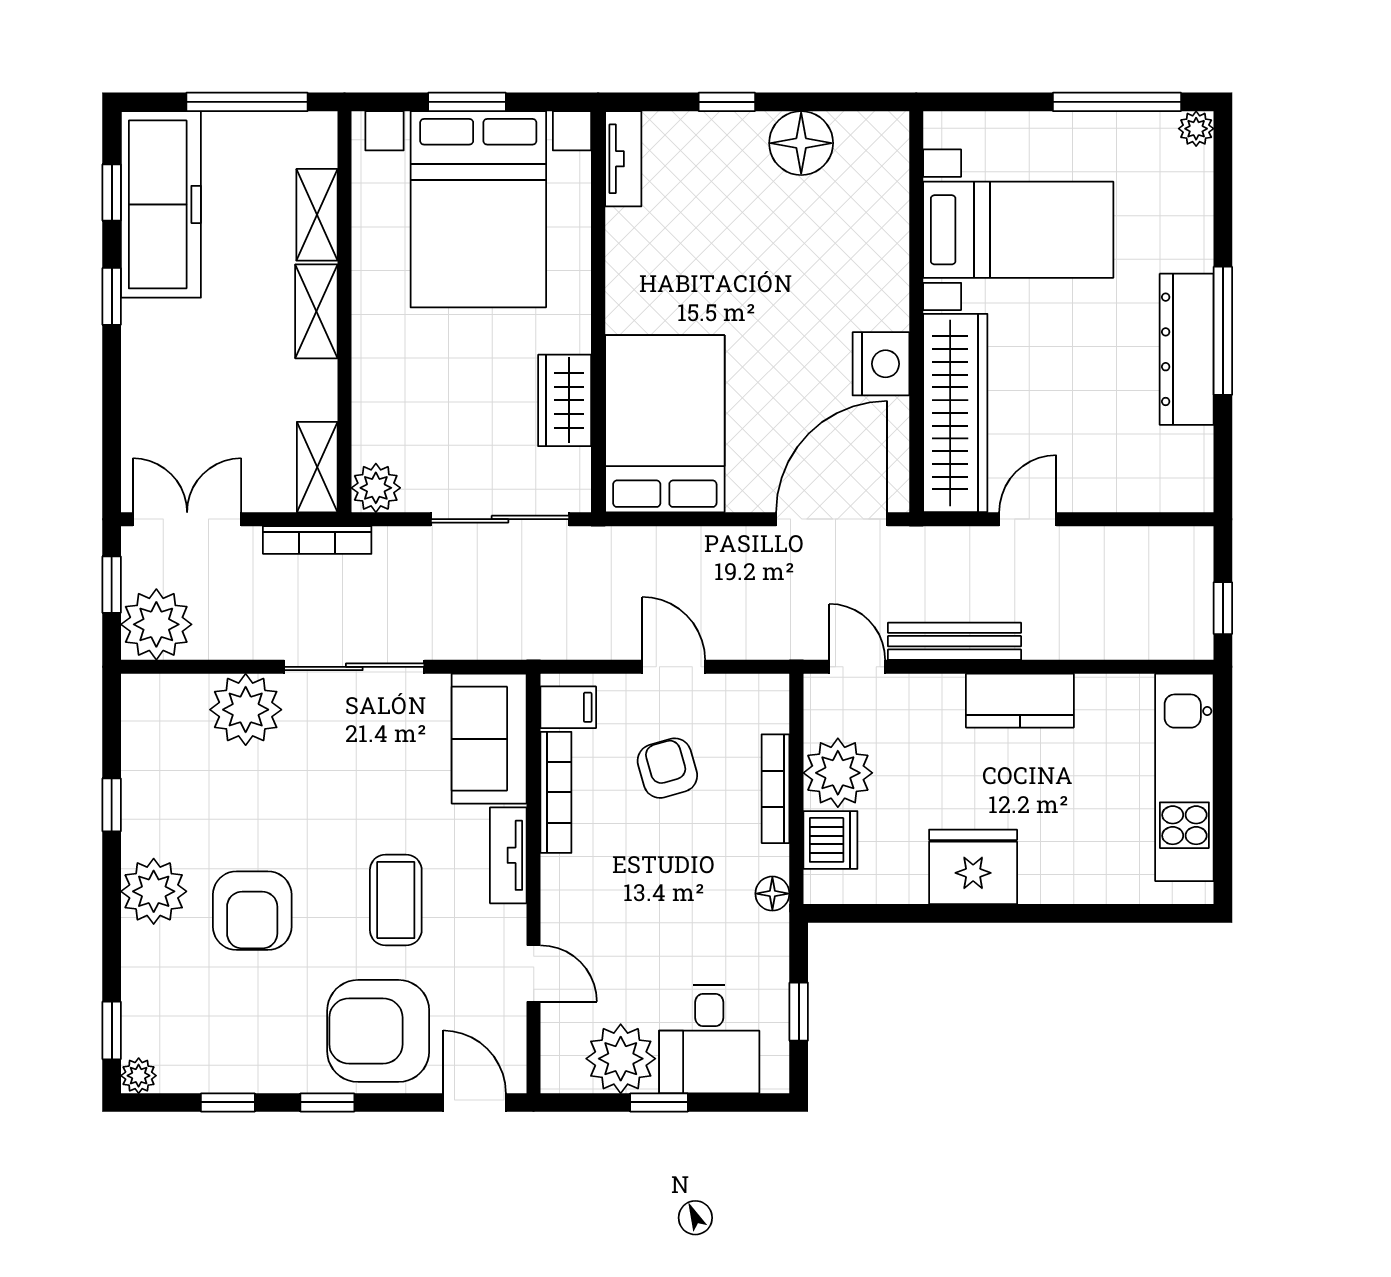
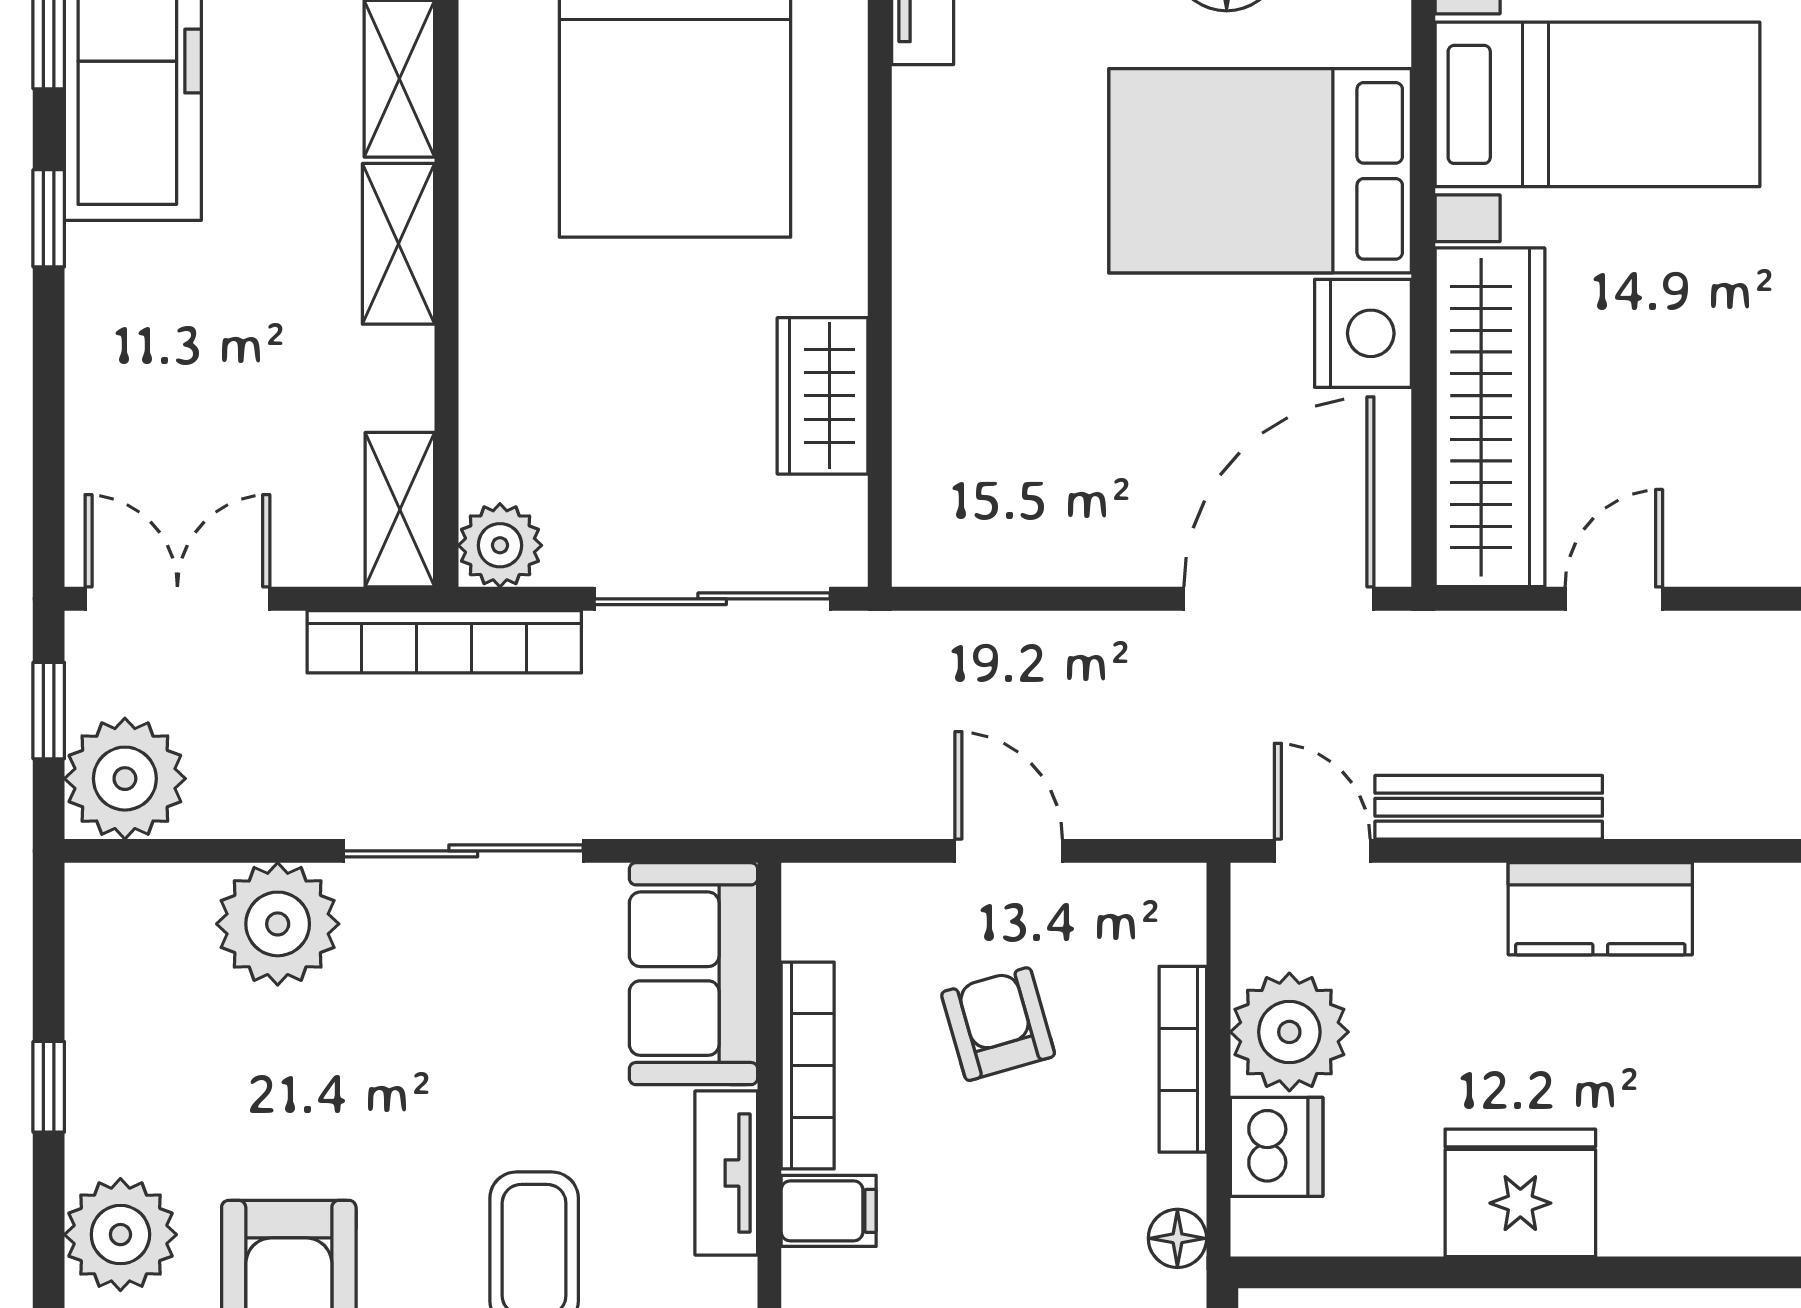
bed: (665, 424) -> (1260, 171), moved, turned -90
bookcase: (317, 540) -> (444, 642), width x1.48, depth x1.31
filing cabinet: (568, 707) -> (829, 1211), moved

